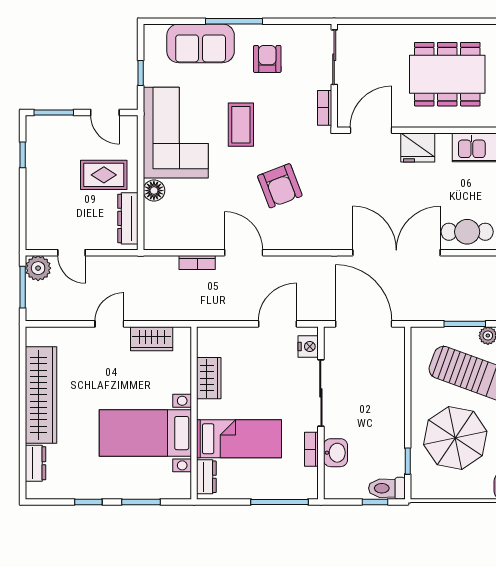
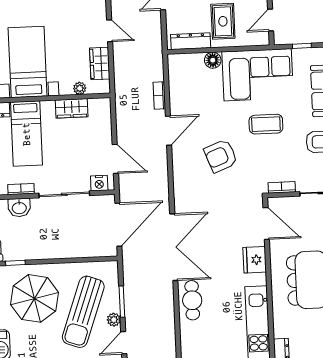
plant: (183, 366) -> (80, 88), added

